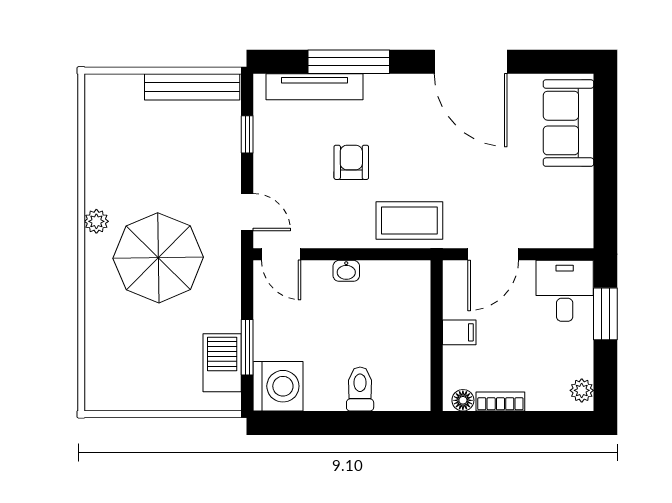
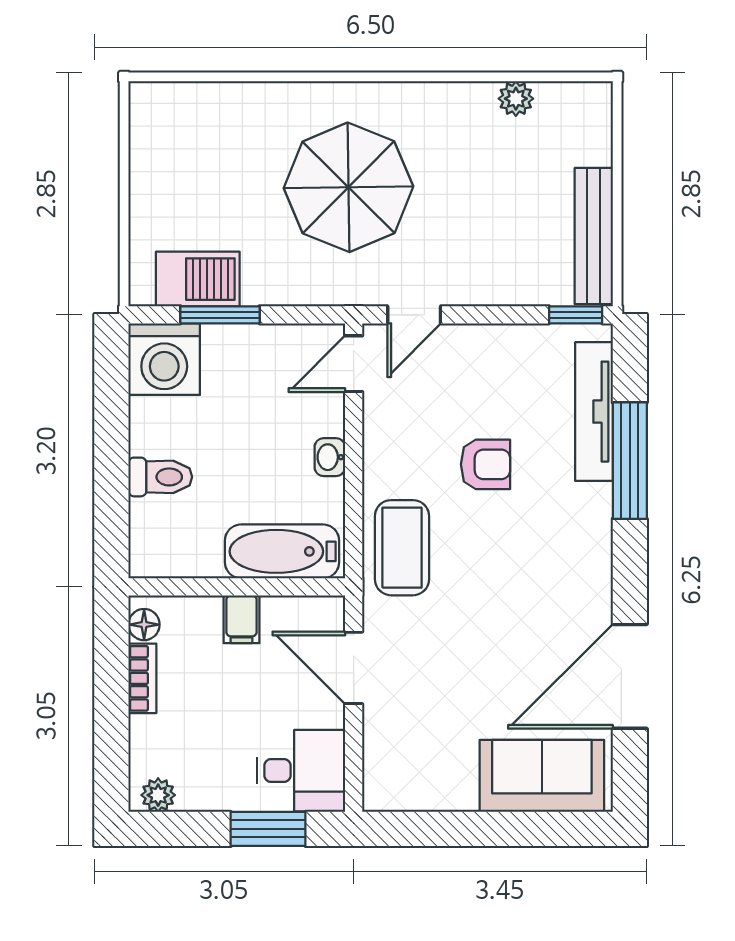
door: (471, 62) -> (630, 676), moved
window: (247, 134) -> (576, 315), moved
plant: (96, 221) -> (516, 99), moved
bathtub: (412, 304) -> (282, 551), added

